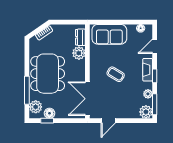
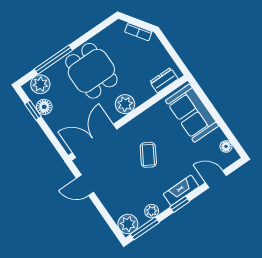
plant: (79, 53) -> (125, 104), moved
dining table: (48, 74) -> (91, 71), width x0.73

